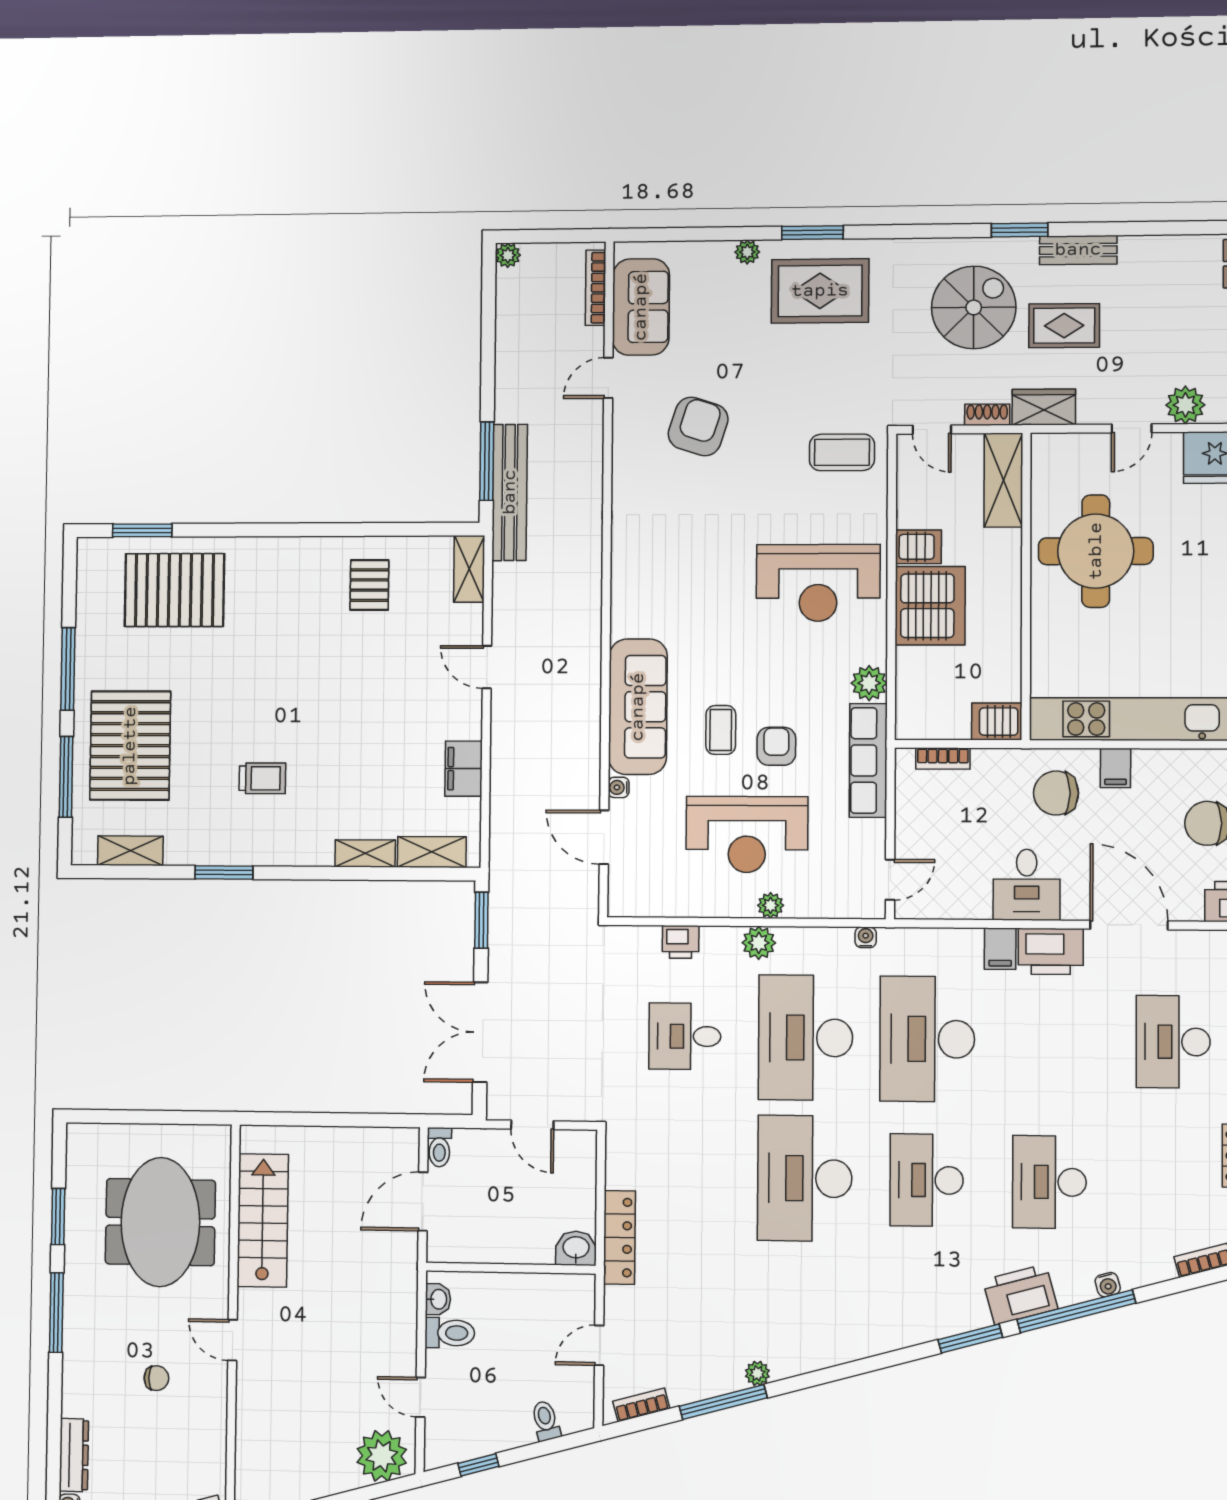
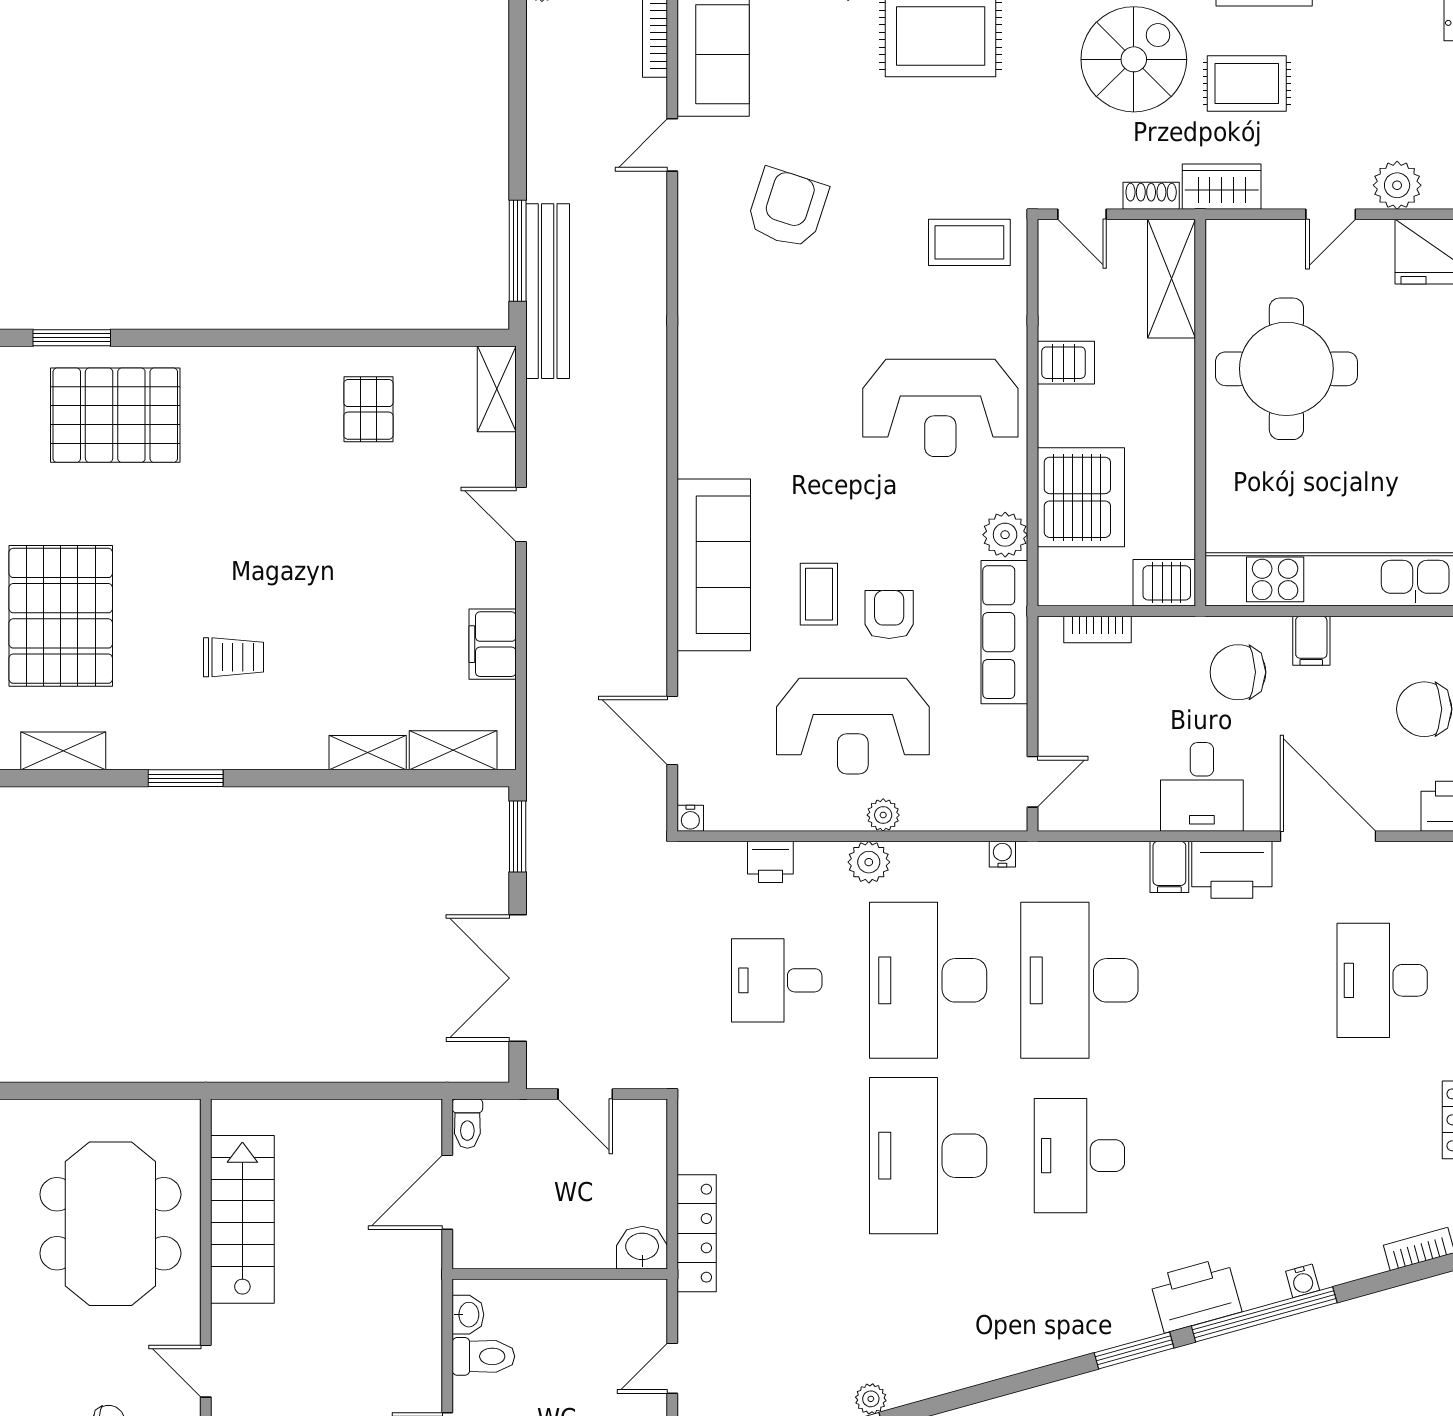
server rack: (930, 606) -> (1081, 497), moved
water cooler: (619, 787) -> (690, 818), moved, turned -90
desk: (1049, 1182) -> (1231, 1156), removed

